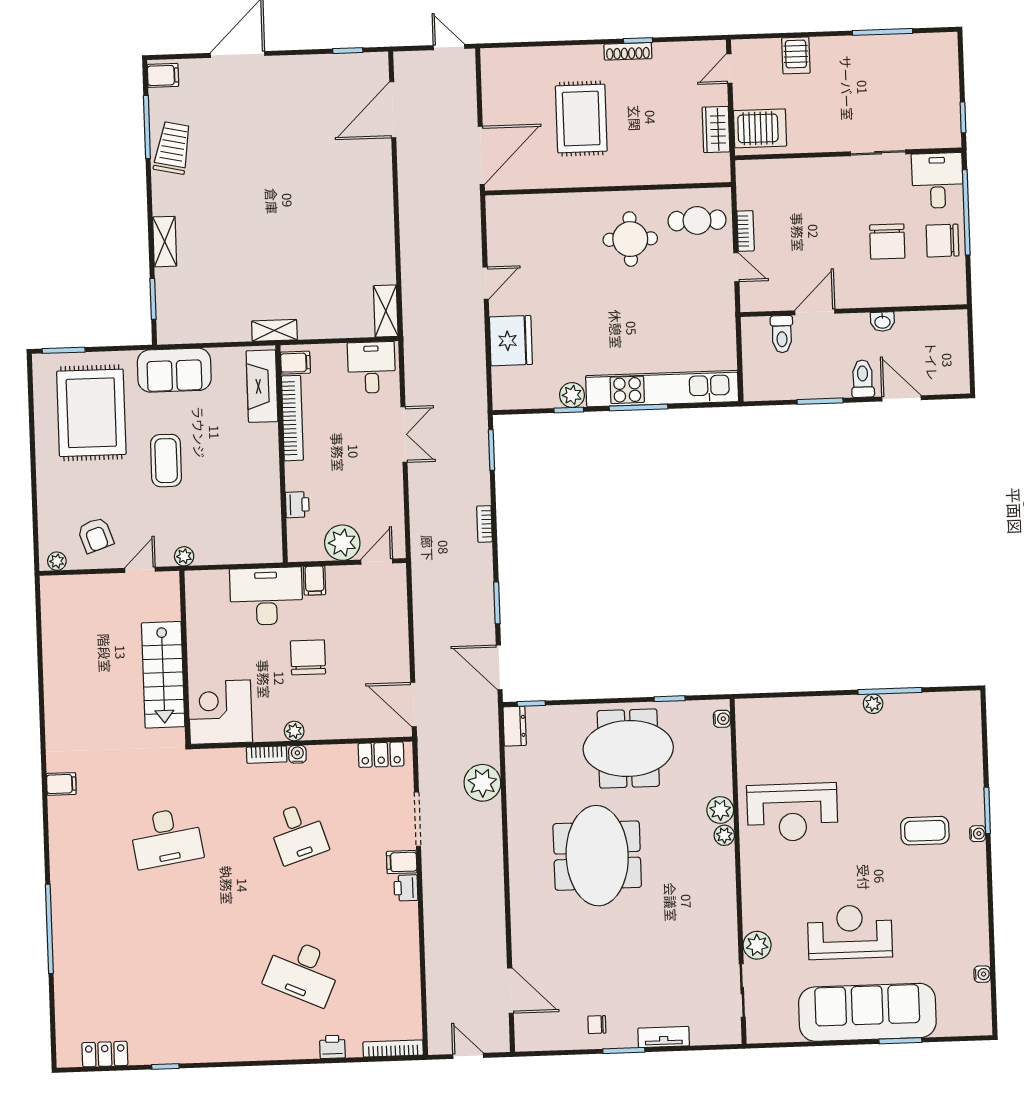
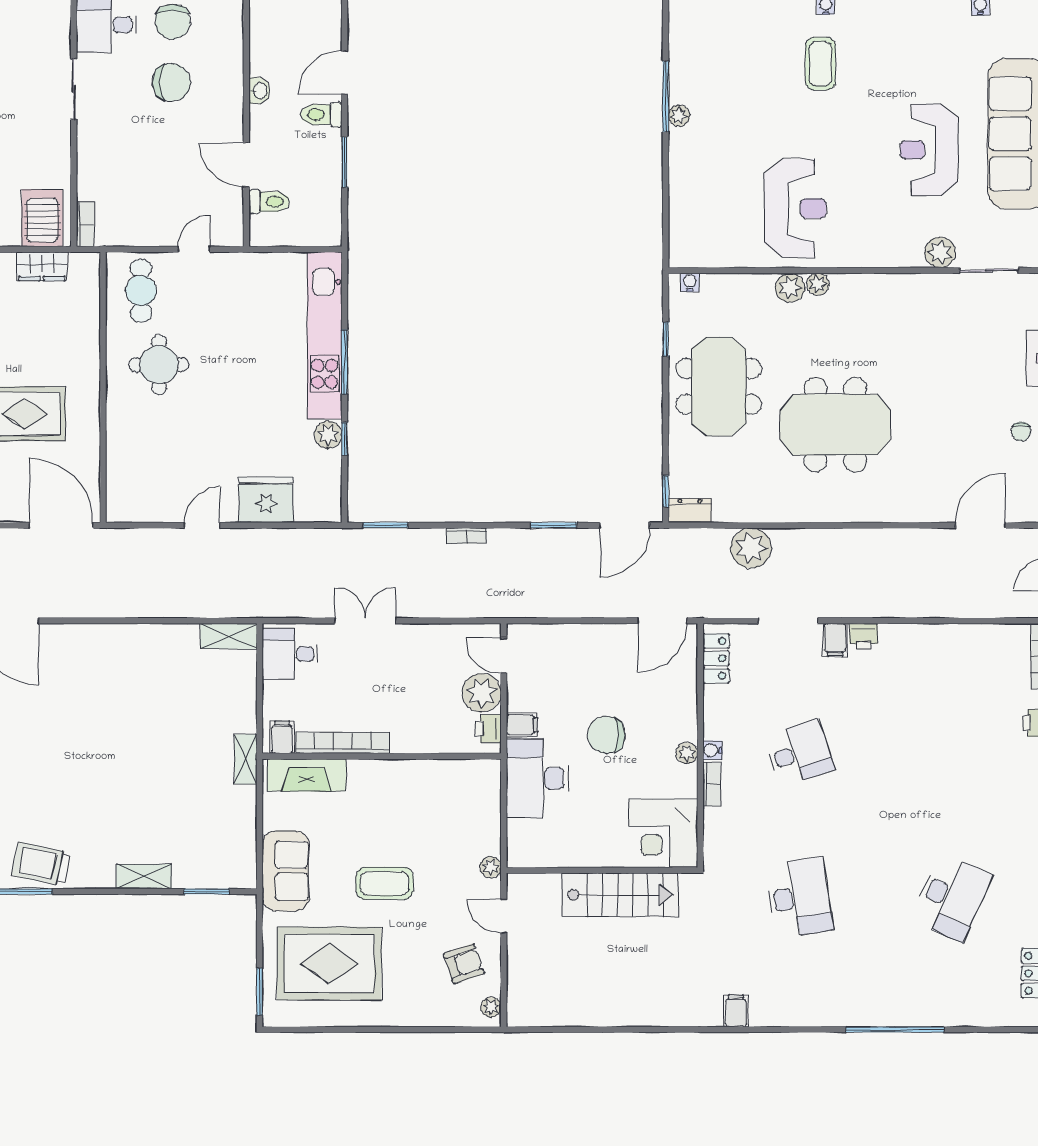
bookcase: (746, 231) -> (85, 224), moved, turned 90
door: (486, 283) -> (202, 525), hinge flipped
printer: (297, 505) -> (488, 728), moved, turned -90
desk: (303, 972) -> (952, 898), moved

